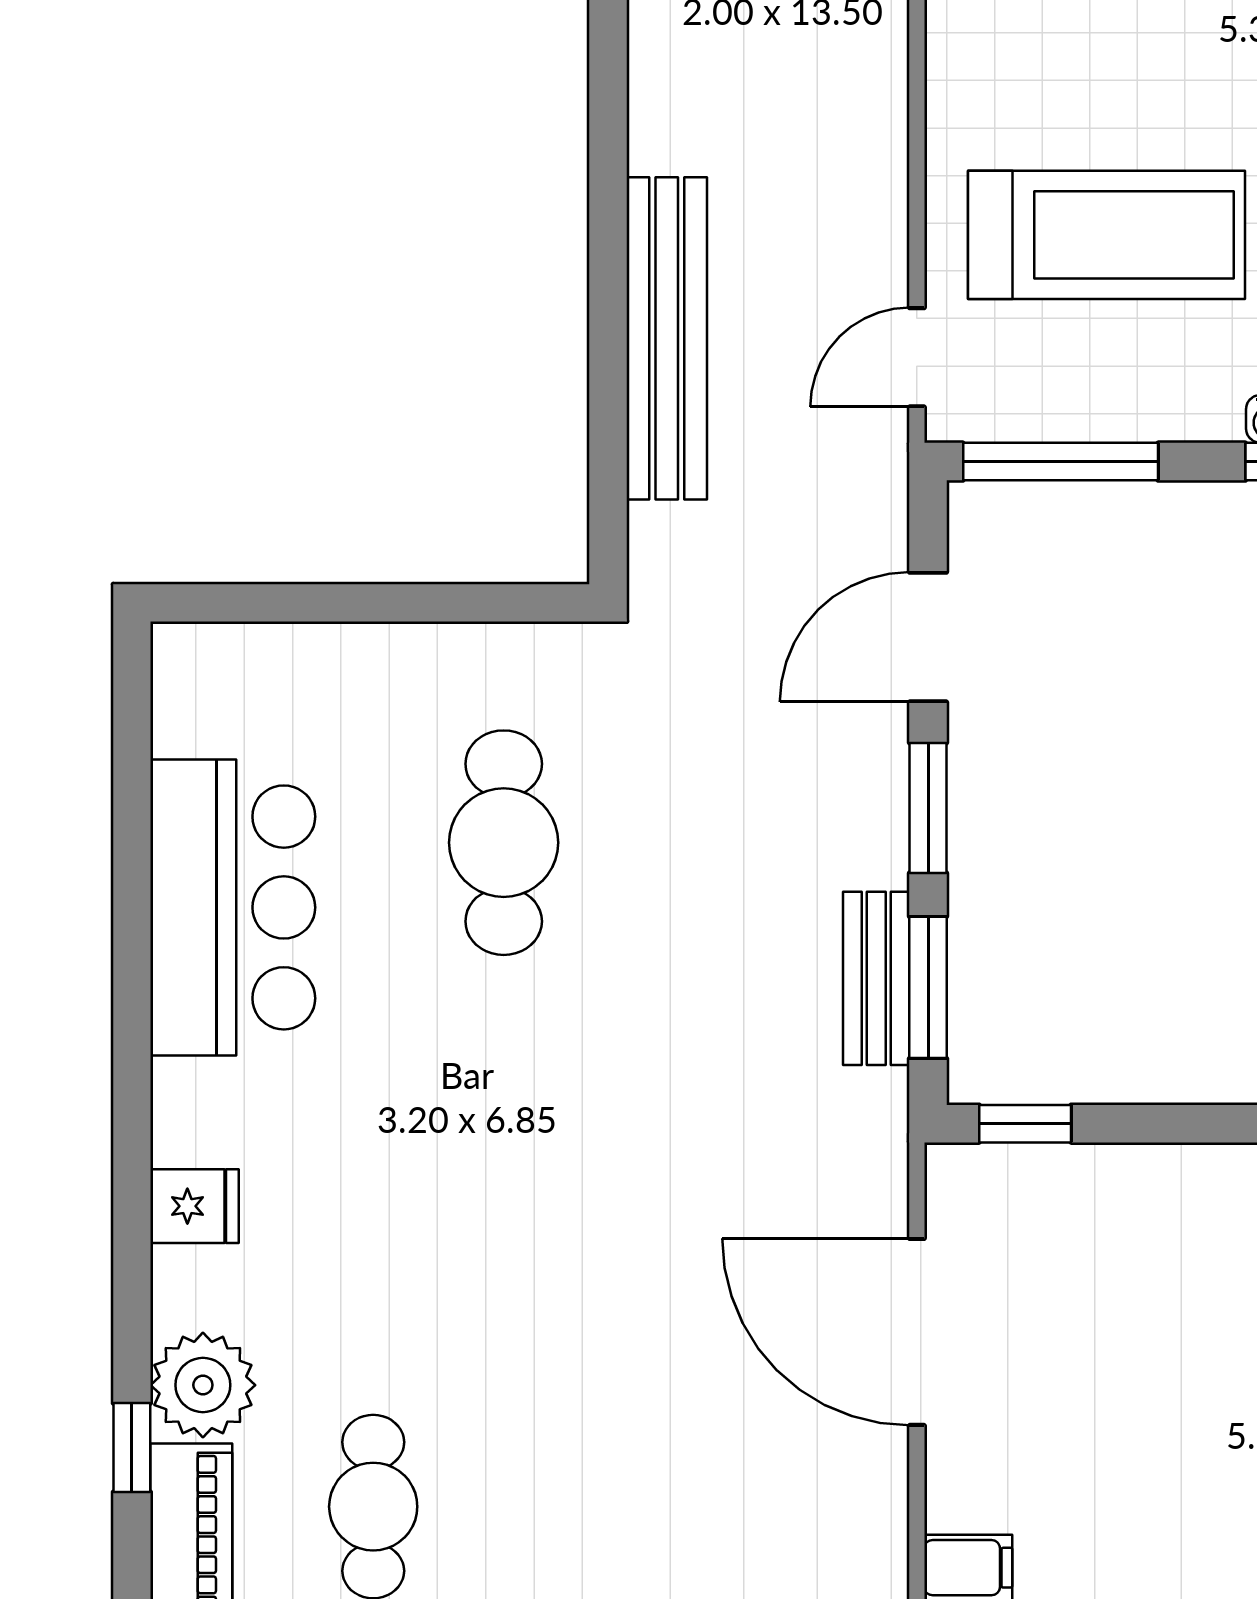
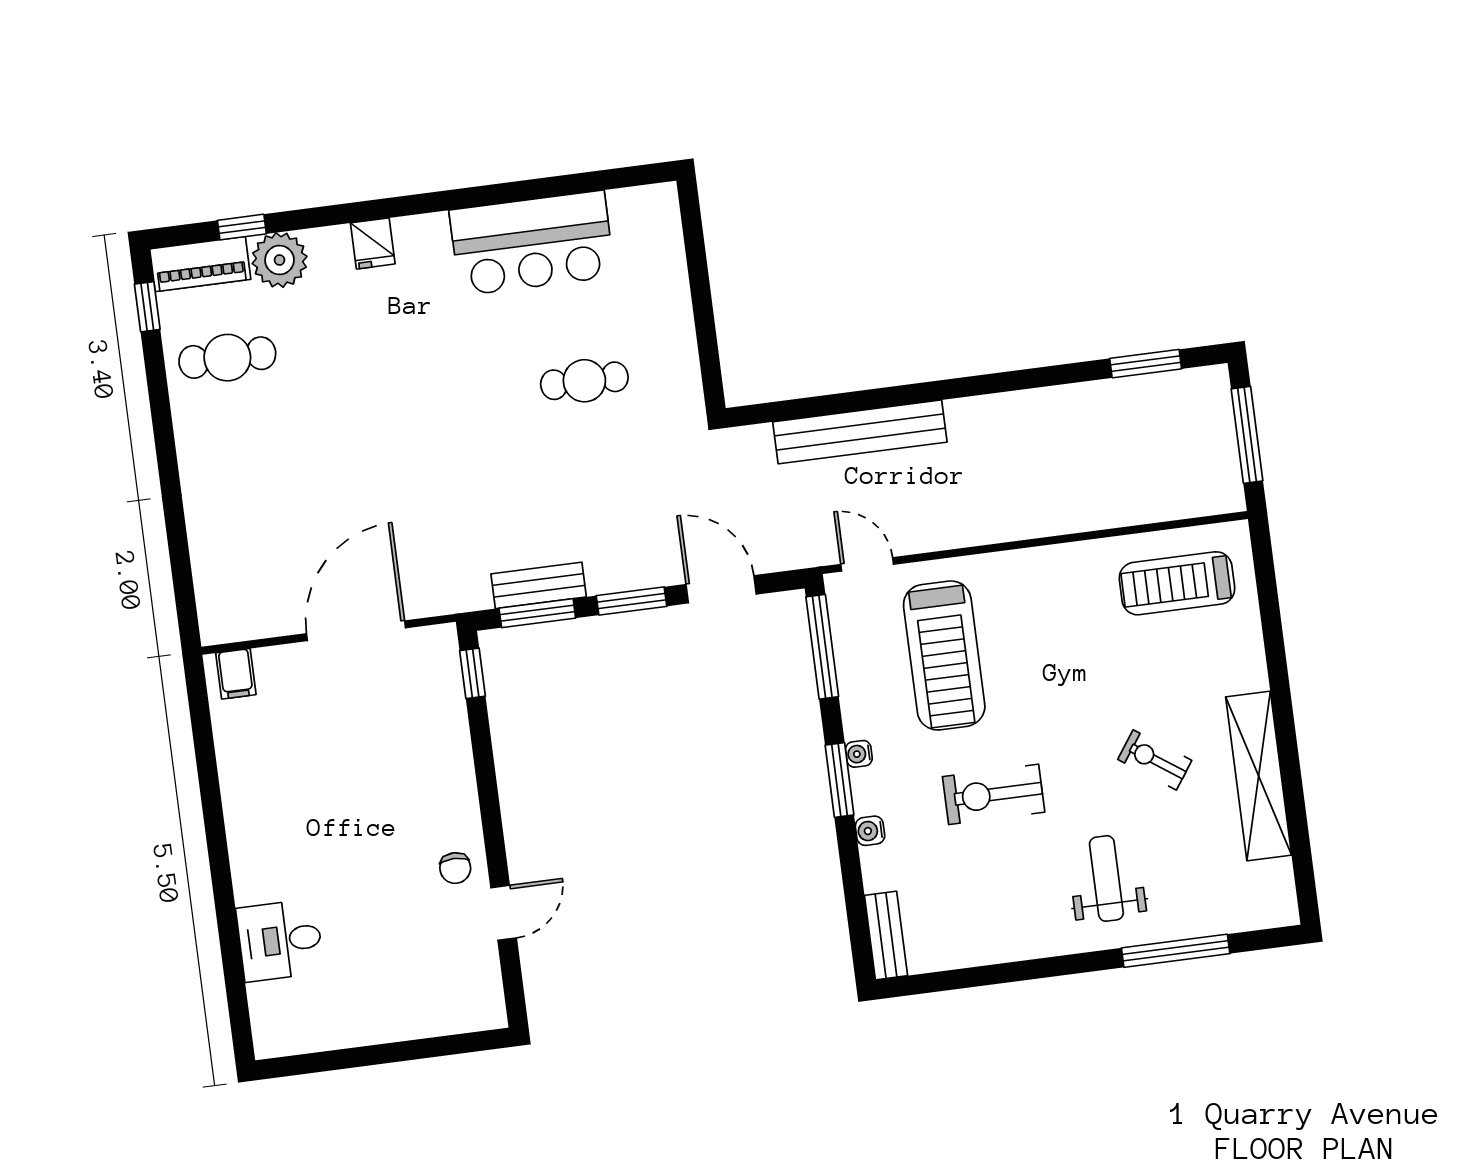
cafe table: (504, 843) -> (584, 381), width x0.73, depth x0.74

